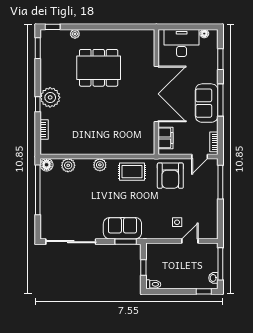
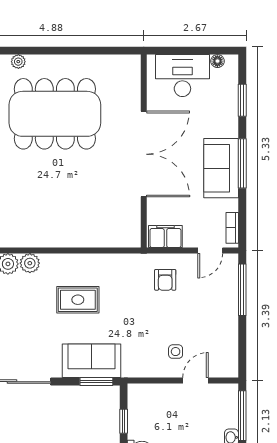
dining table: (99, 68) -> (55, 114), width x1.36, depth x1.24
filing cabinet: (165, 138) -> (165, 236), moved, turned -90
plant: (100, 165) -> (30, 263), moved
rug: (132, 172) -> (78, 300), moved
armchair: (170, 176) -> (165, 280), width x0.53, depth x0.53

